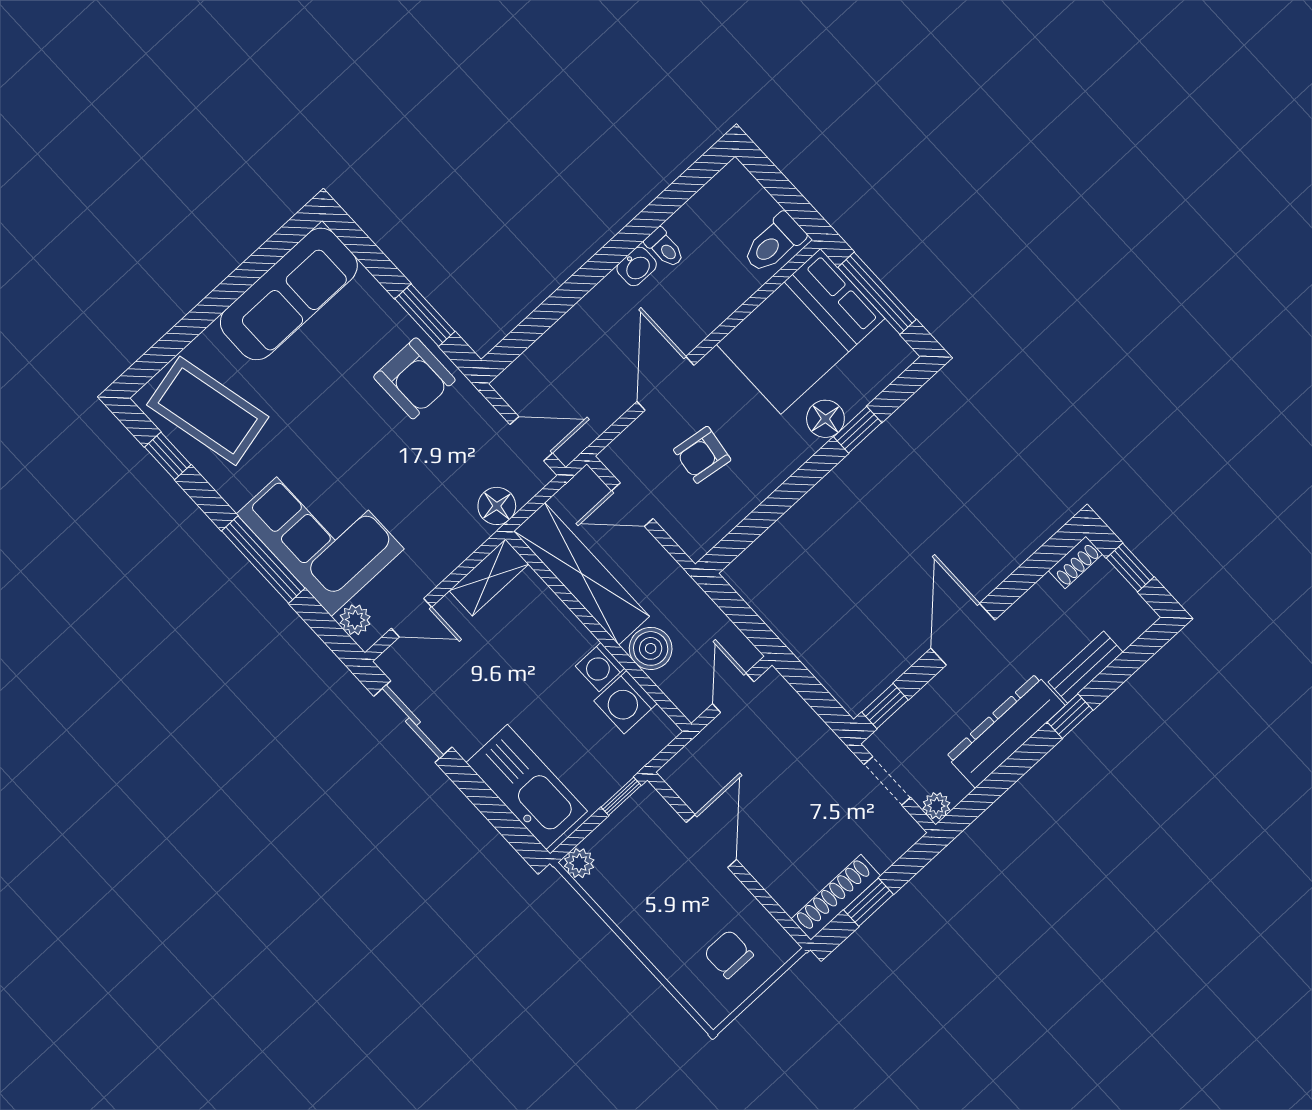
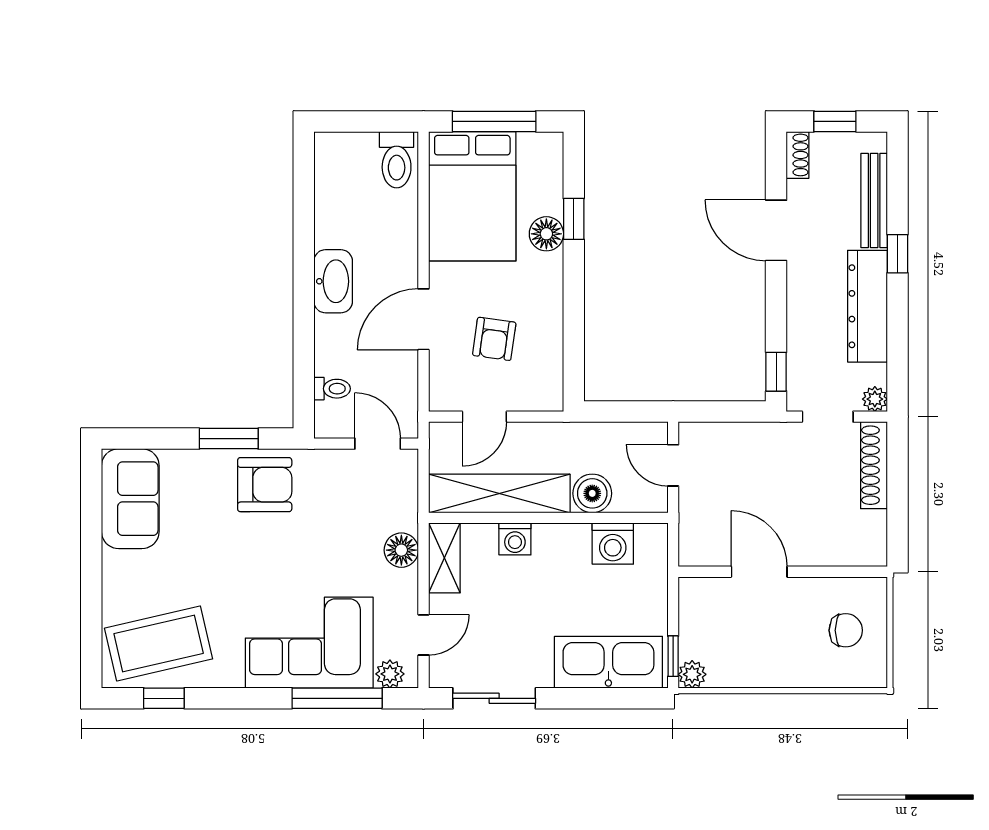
toilet: (665, 248) -> (332, 389), moved
washbasin: (637, 266) -> (333, 281), width x1.91, depth x1.45
sofa: (289, 294) -> (130, 499), width x0.73
door: (665, 383) -> (424, 319), hinge flipped
door: (531, 439) -> (378, 444), hinge flipped
floor lamp: (497, 506) -> (401, 550), moved
window: (263, 560) -> (337, 698), moved
door: (963, 634) -> (776, 230), moved
washing machine: (600, 667) -> (515, 539), moved
bench: (1086, 667) -> (874, 200), width x1.36
window: (621, 796) -> (673, 656), moved
shoe rack: (836, 897) -> (874, 465), moved
window: (869, 902) -> (898, 504), removed
chair: (729, 954) -> (846, 630), turned 180

